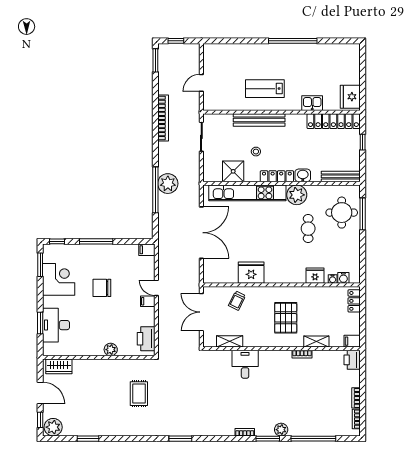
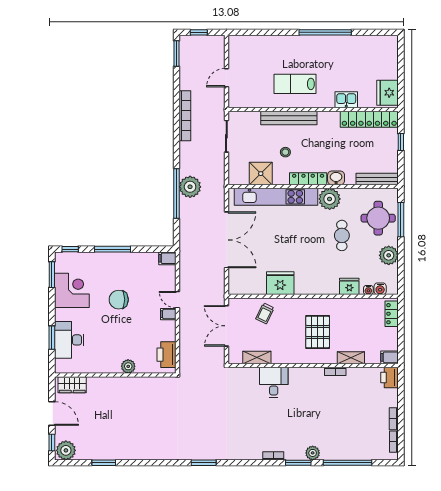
plant: (351, 247) -> (389, 255), added
rug: (139, 394) -> (159, 414), removed

